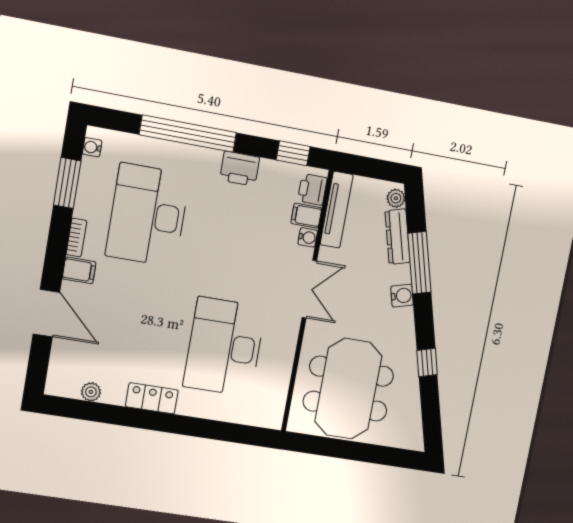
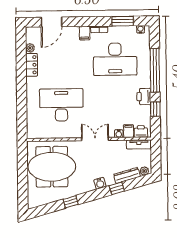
window: (293, 153) -> (155, 109), moved
tv unit: (337, 210) -> (139, 144), width x0.71
desk: (148, 215) -> (115, 59), turned 180
window: (419, 263) -> (117, 188), width x0.46
double door: (309, 289) -> (95, 139), swing flipped
door: (46, 313) -> (52, 22), moved
locker: (152, 398) -> (32, 65), moved

